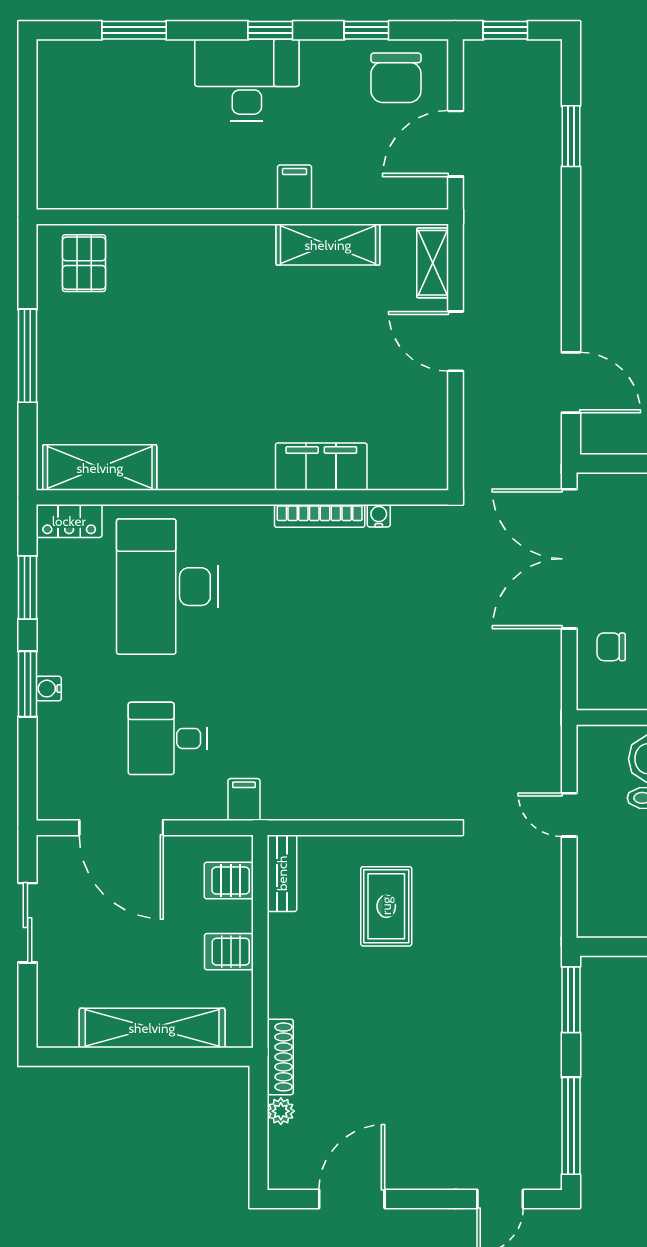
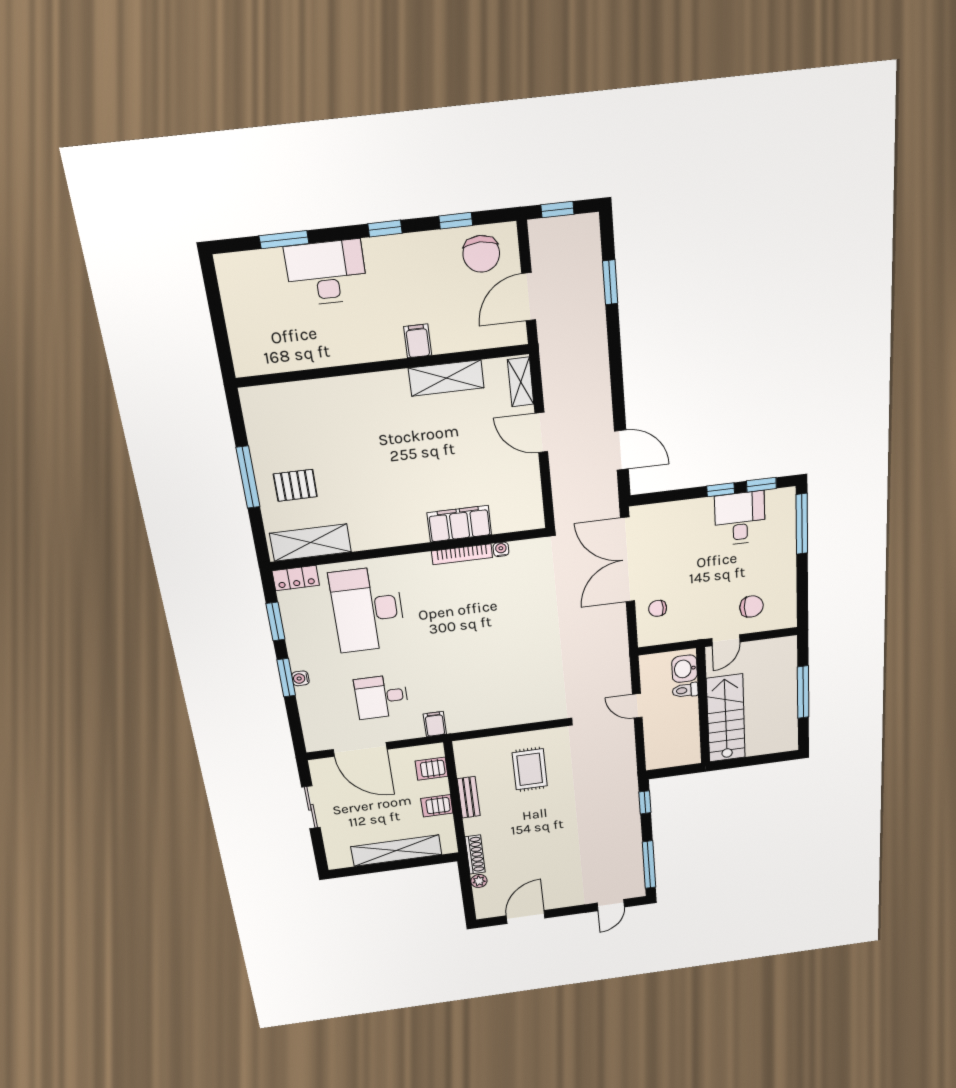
desk: (247, 80) -> (326, 273), moved
pallet: (84, 263) -> (295, 485), moved, turned 90
bench: (282, 873) -> (469, 797), moved
window: (571, 1000) -> (645, 802), width x0.67

